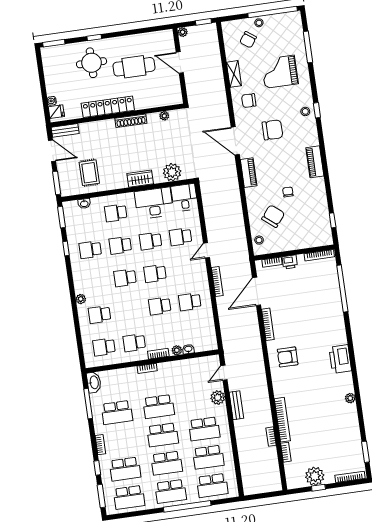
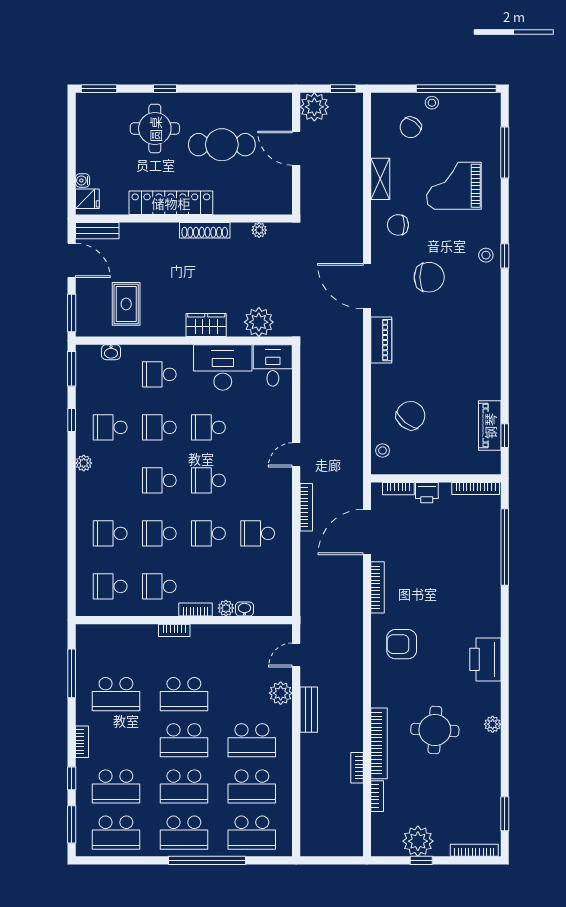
plant: (183, 32) -> (314, 107), width x1.88, depth x1.88
piano: (315, 162) -> (490, 426), moved
chair: (288, 192) -> (440, 380), removed
school desk: (181, 237) -> (159, 533), moved
plant: (81, 299) -> (84, 463), moved
washbasin: (94, 382) -> (86, 641), removed
round table: (315, 407) -> (435, 730), added

